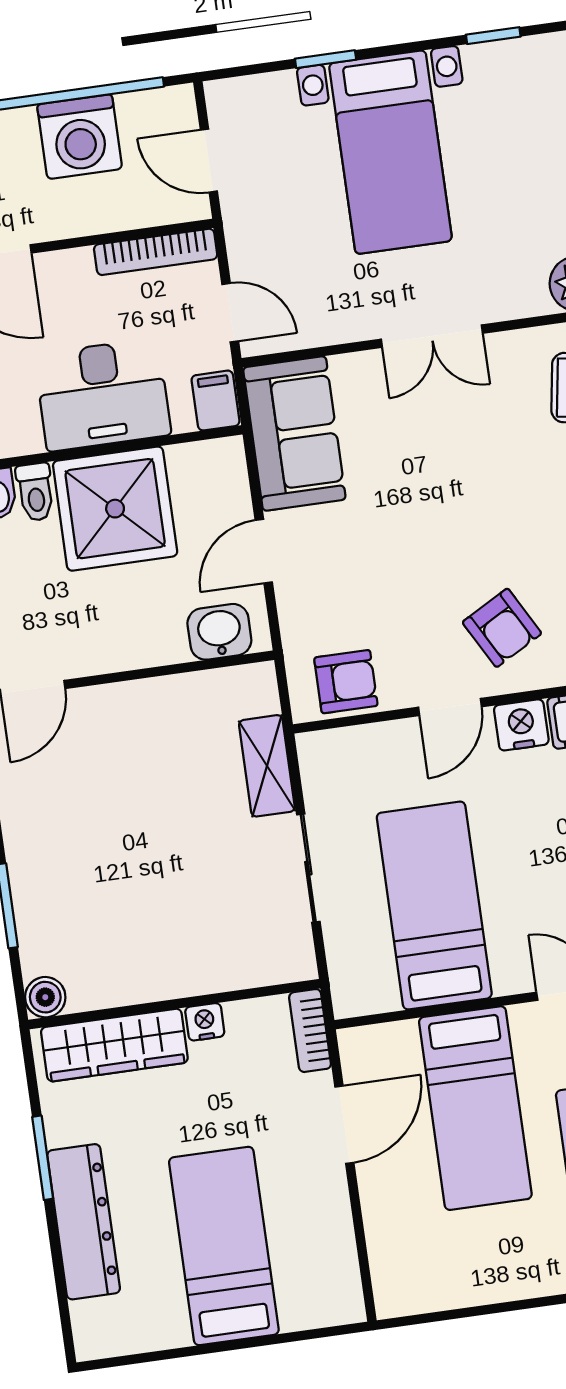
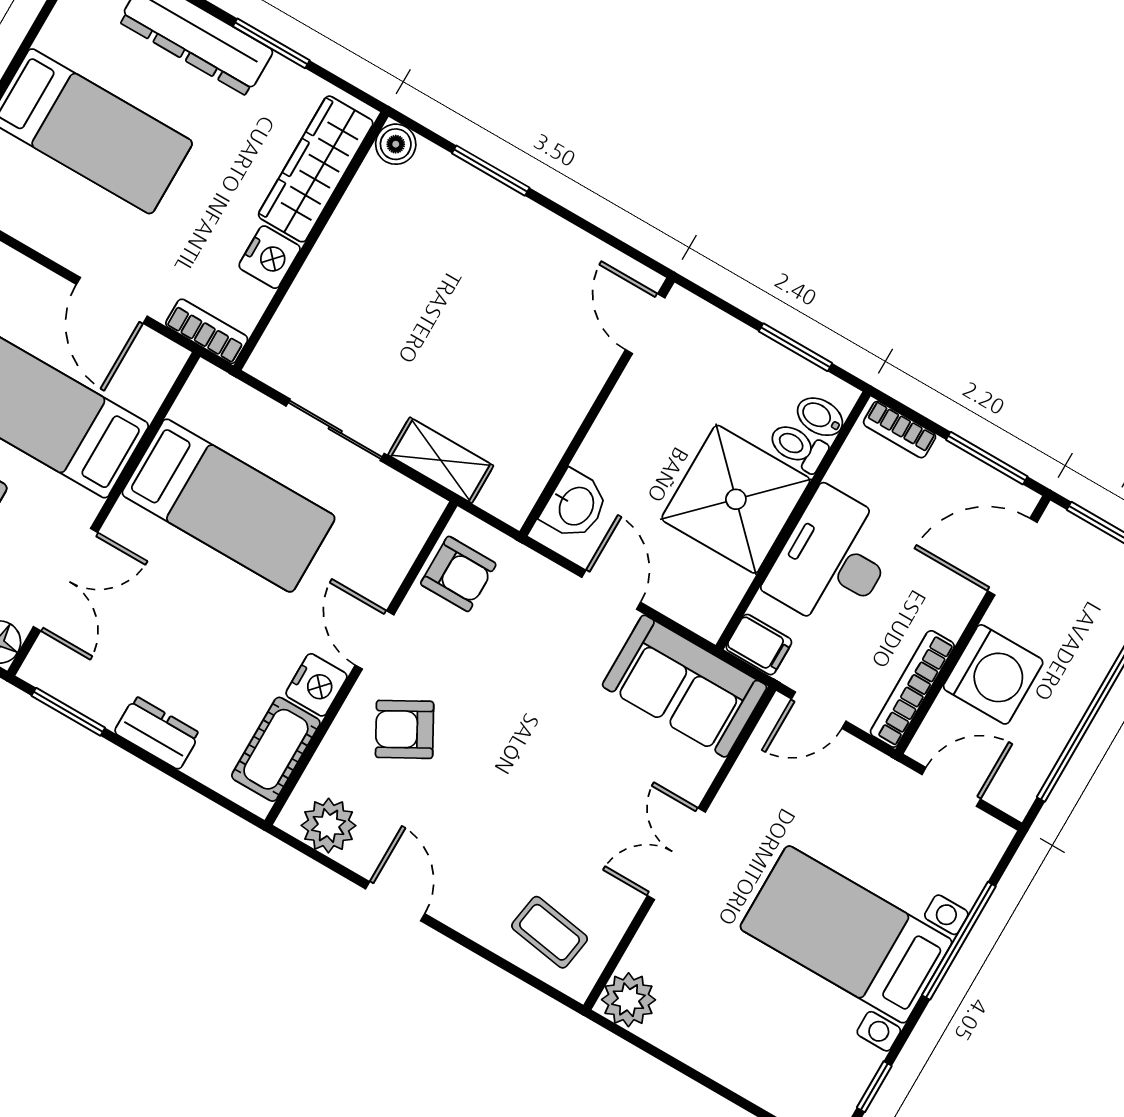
window: (326, 59) -> (959, 941), width x2.17
washing machine: (80, 137) -> (993, 674), moved, turned 180
armchair: (346, 682) -> (458, 574), turned -90
nightstand: (205, 1022) -> (270, 257), width x1.39, depth x1.35

